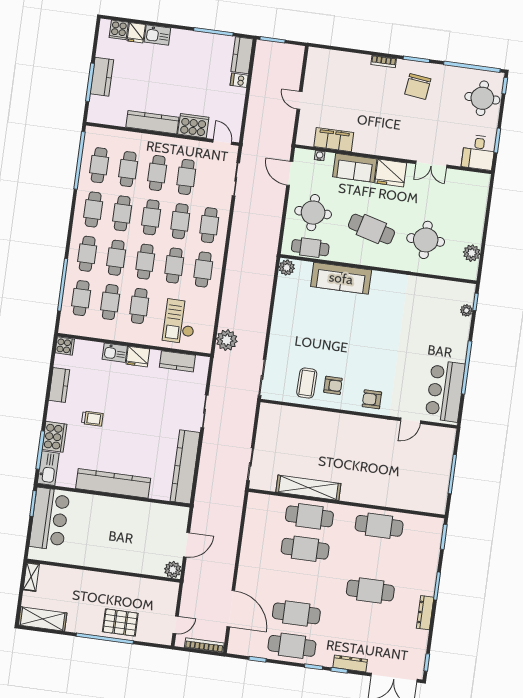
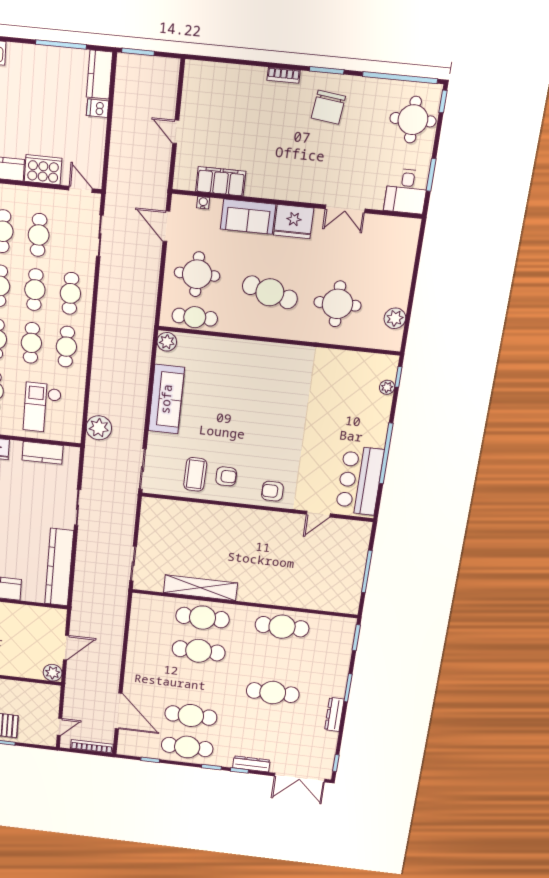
sofa: (341, 278) -> (166, 399), moved, turned -90

